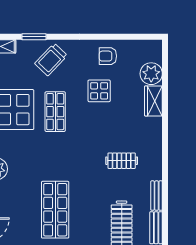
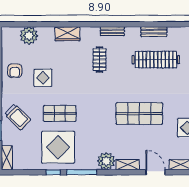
wardrobe: (153, 101) -> (67, 34), moved
bench: (157, 196) -> (112, 31), moved

